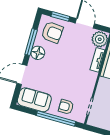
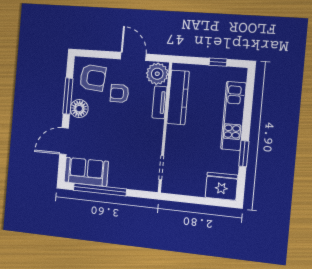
window: (60, 16) -> (99, 54), removed
armchair: (66, 107) -> (119, 93), moved
window: (56, 118) -> (100, 190), moved

